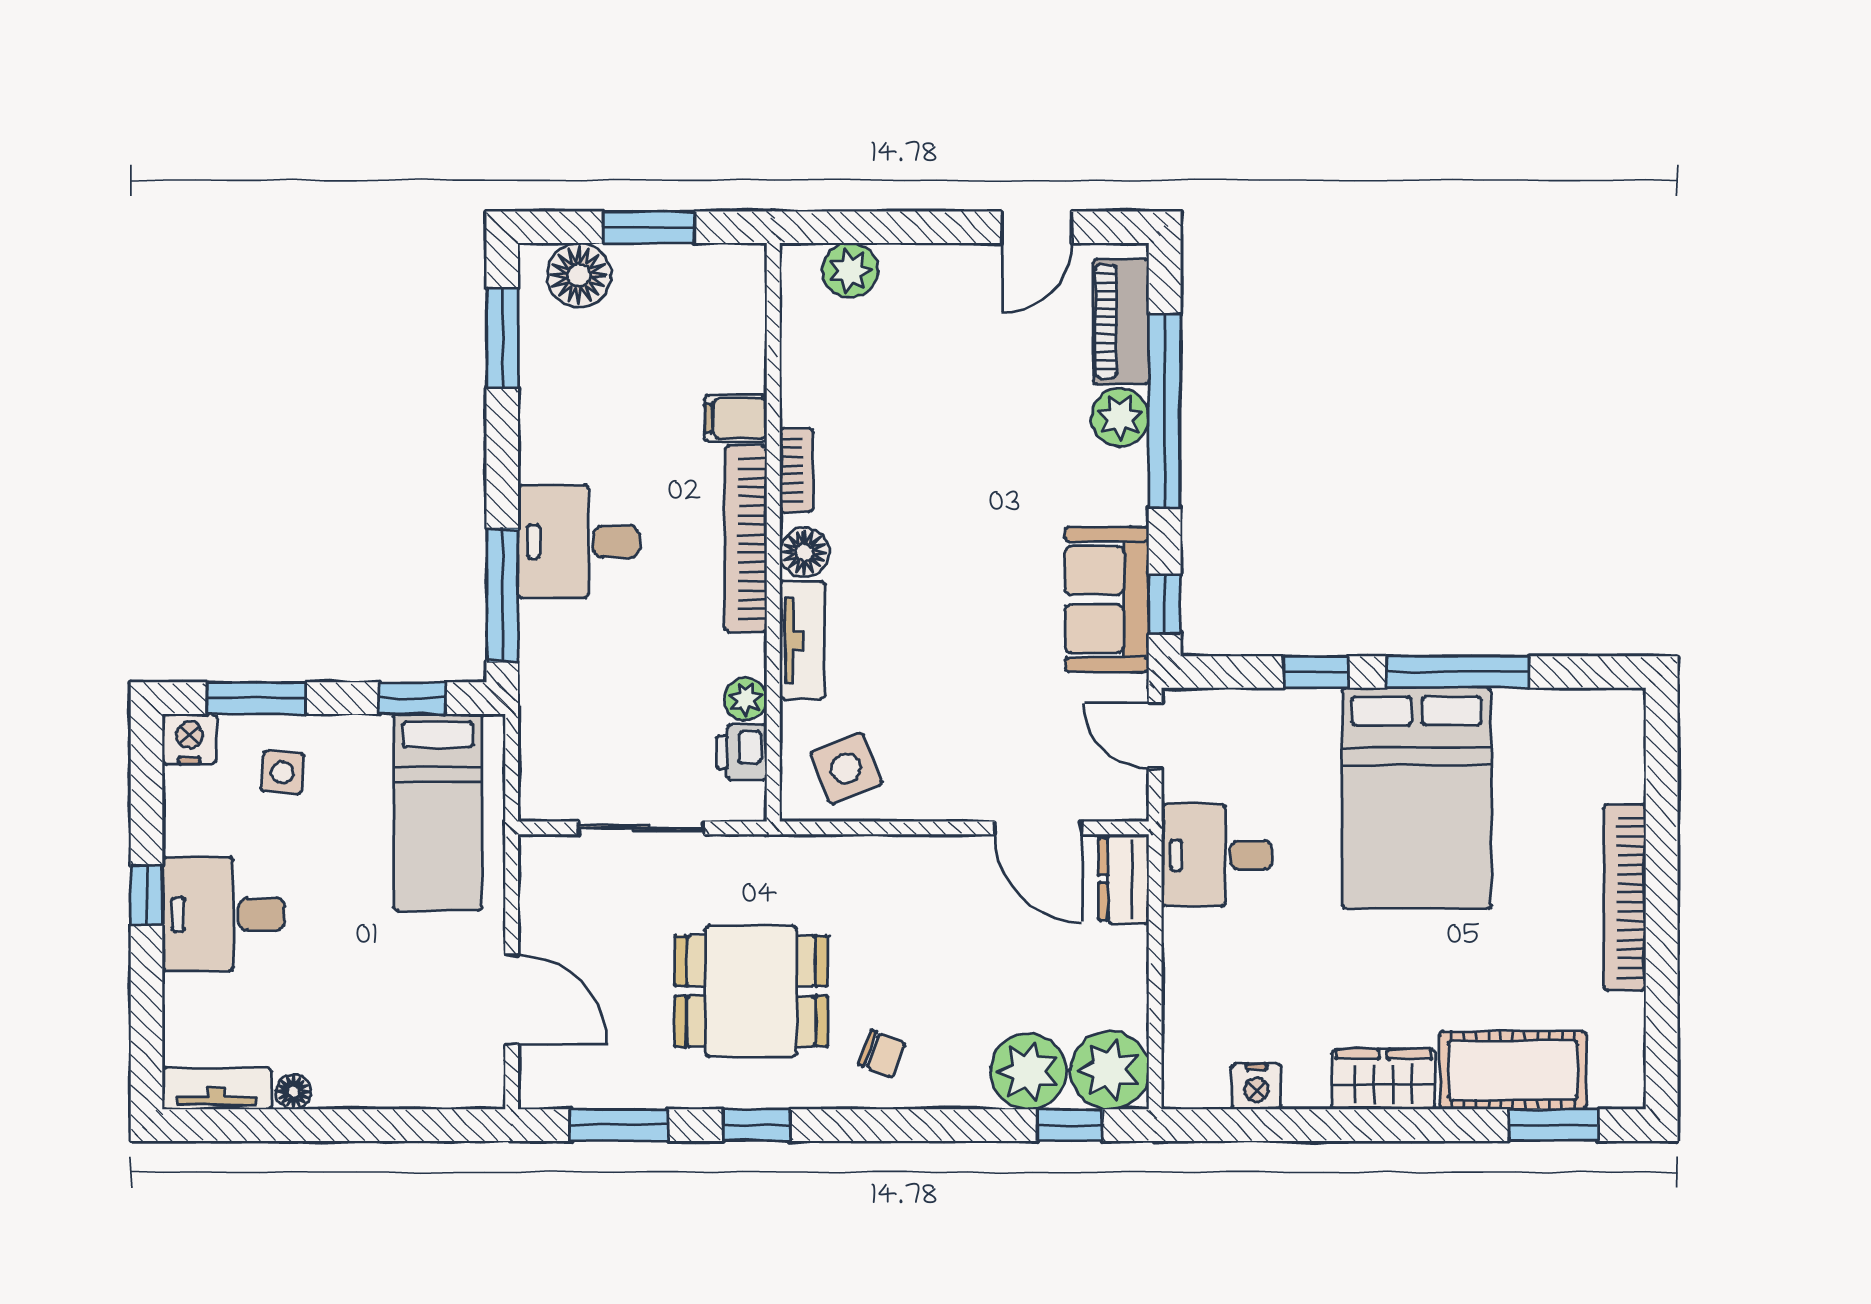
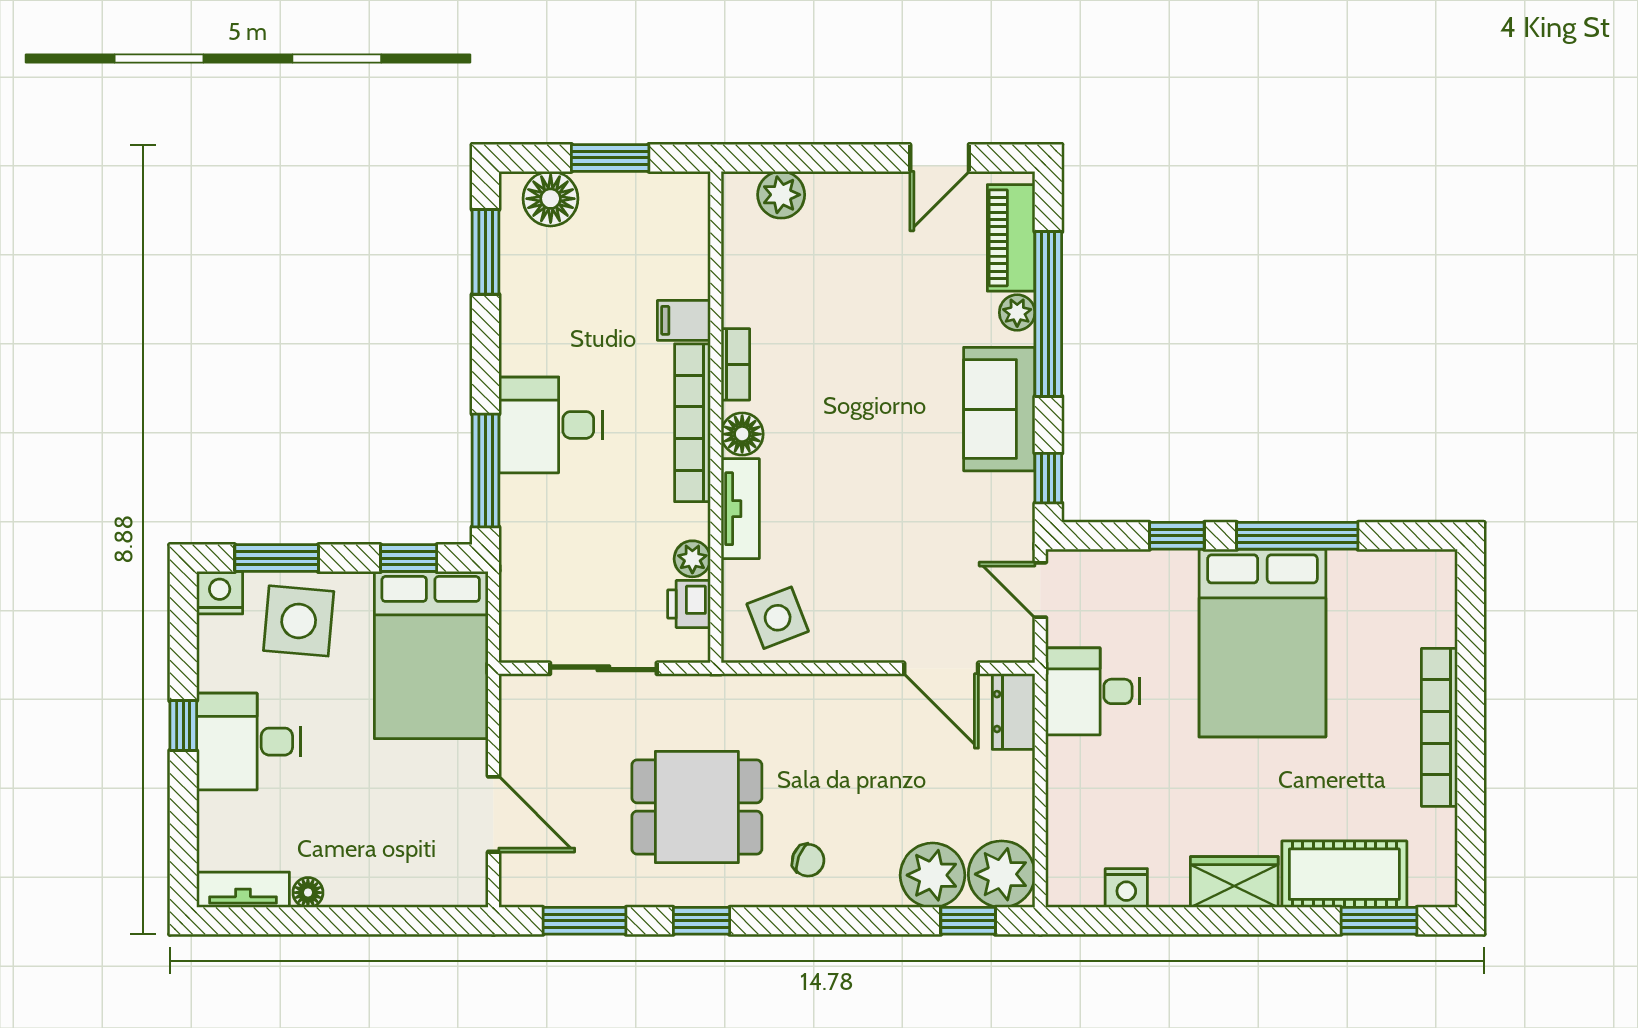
plant: (1120, 417) -> (1017, 313), width x0.73, depth x0.73
sofa: (1107, 599) -> (999, 409), moved
side table: (282, 772) -> (299, 621), width x1.87, depth x1.87
bed: (438, 812) -> (431, 655), width x1.50

